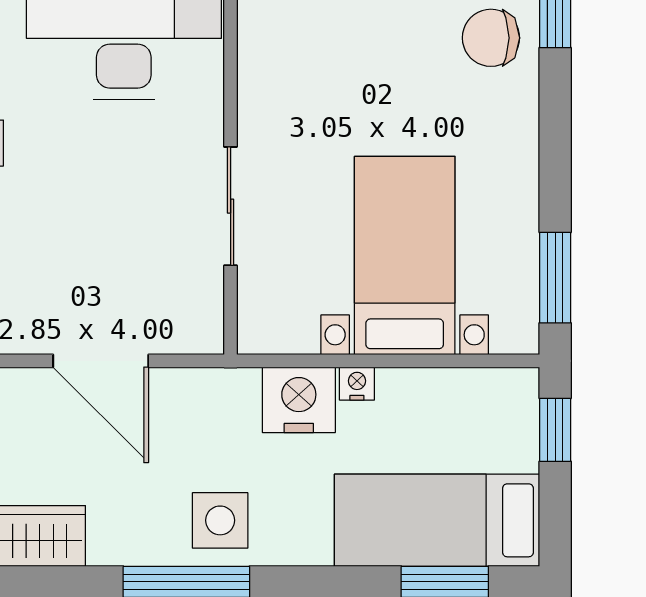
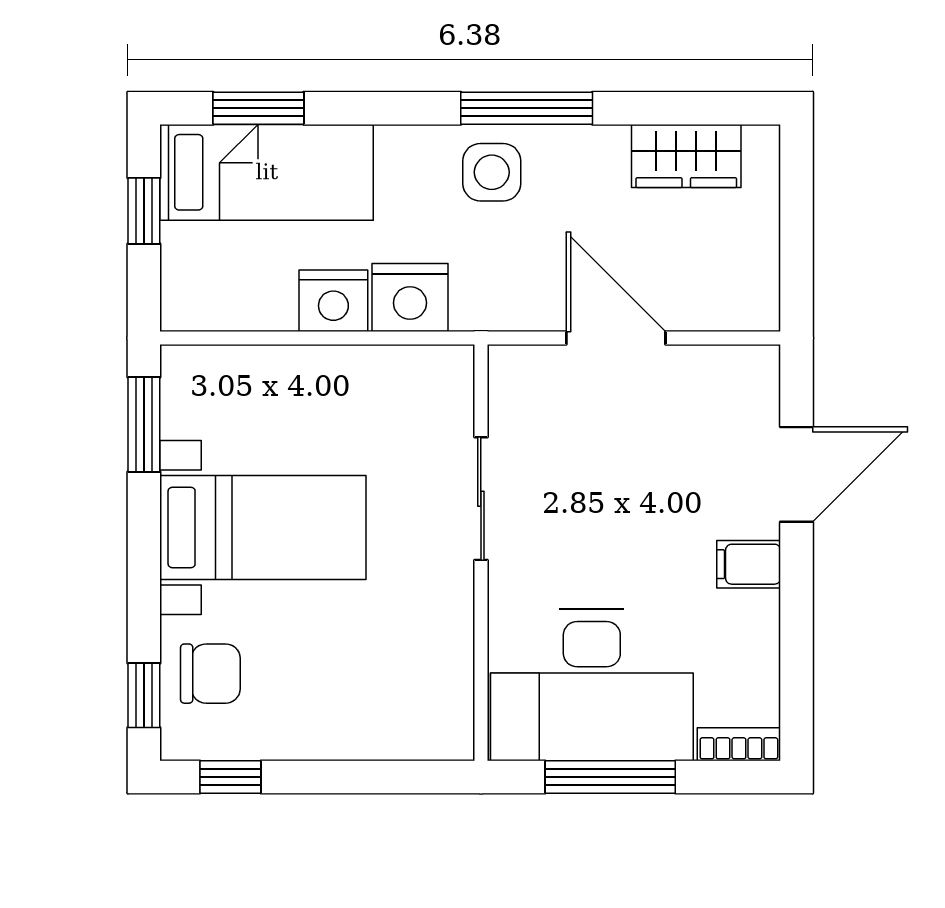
bed with nightstands: (405, 255) -> (263, 528), moved, turned -90
nightstand: (357, 384) -> (333, 301), width x1.89, depth x1.79
window: (555, 430) -> (144, 211), moved

